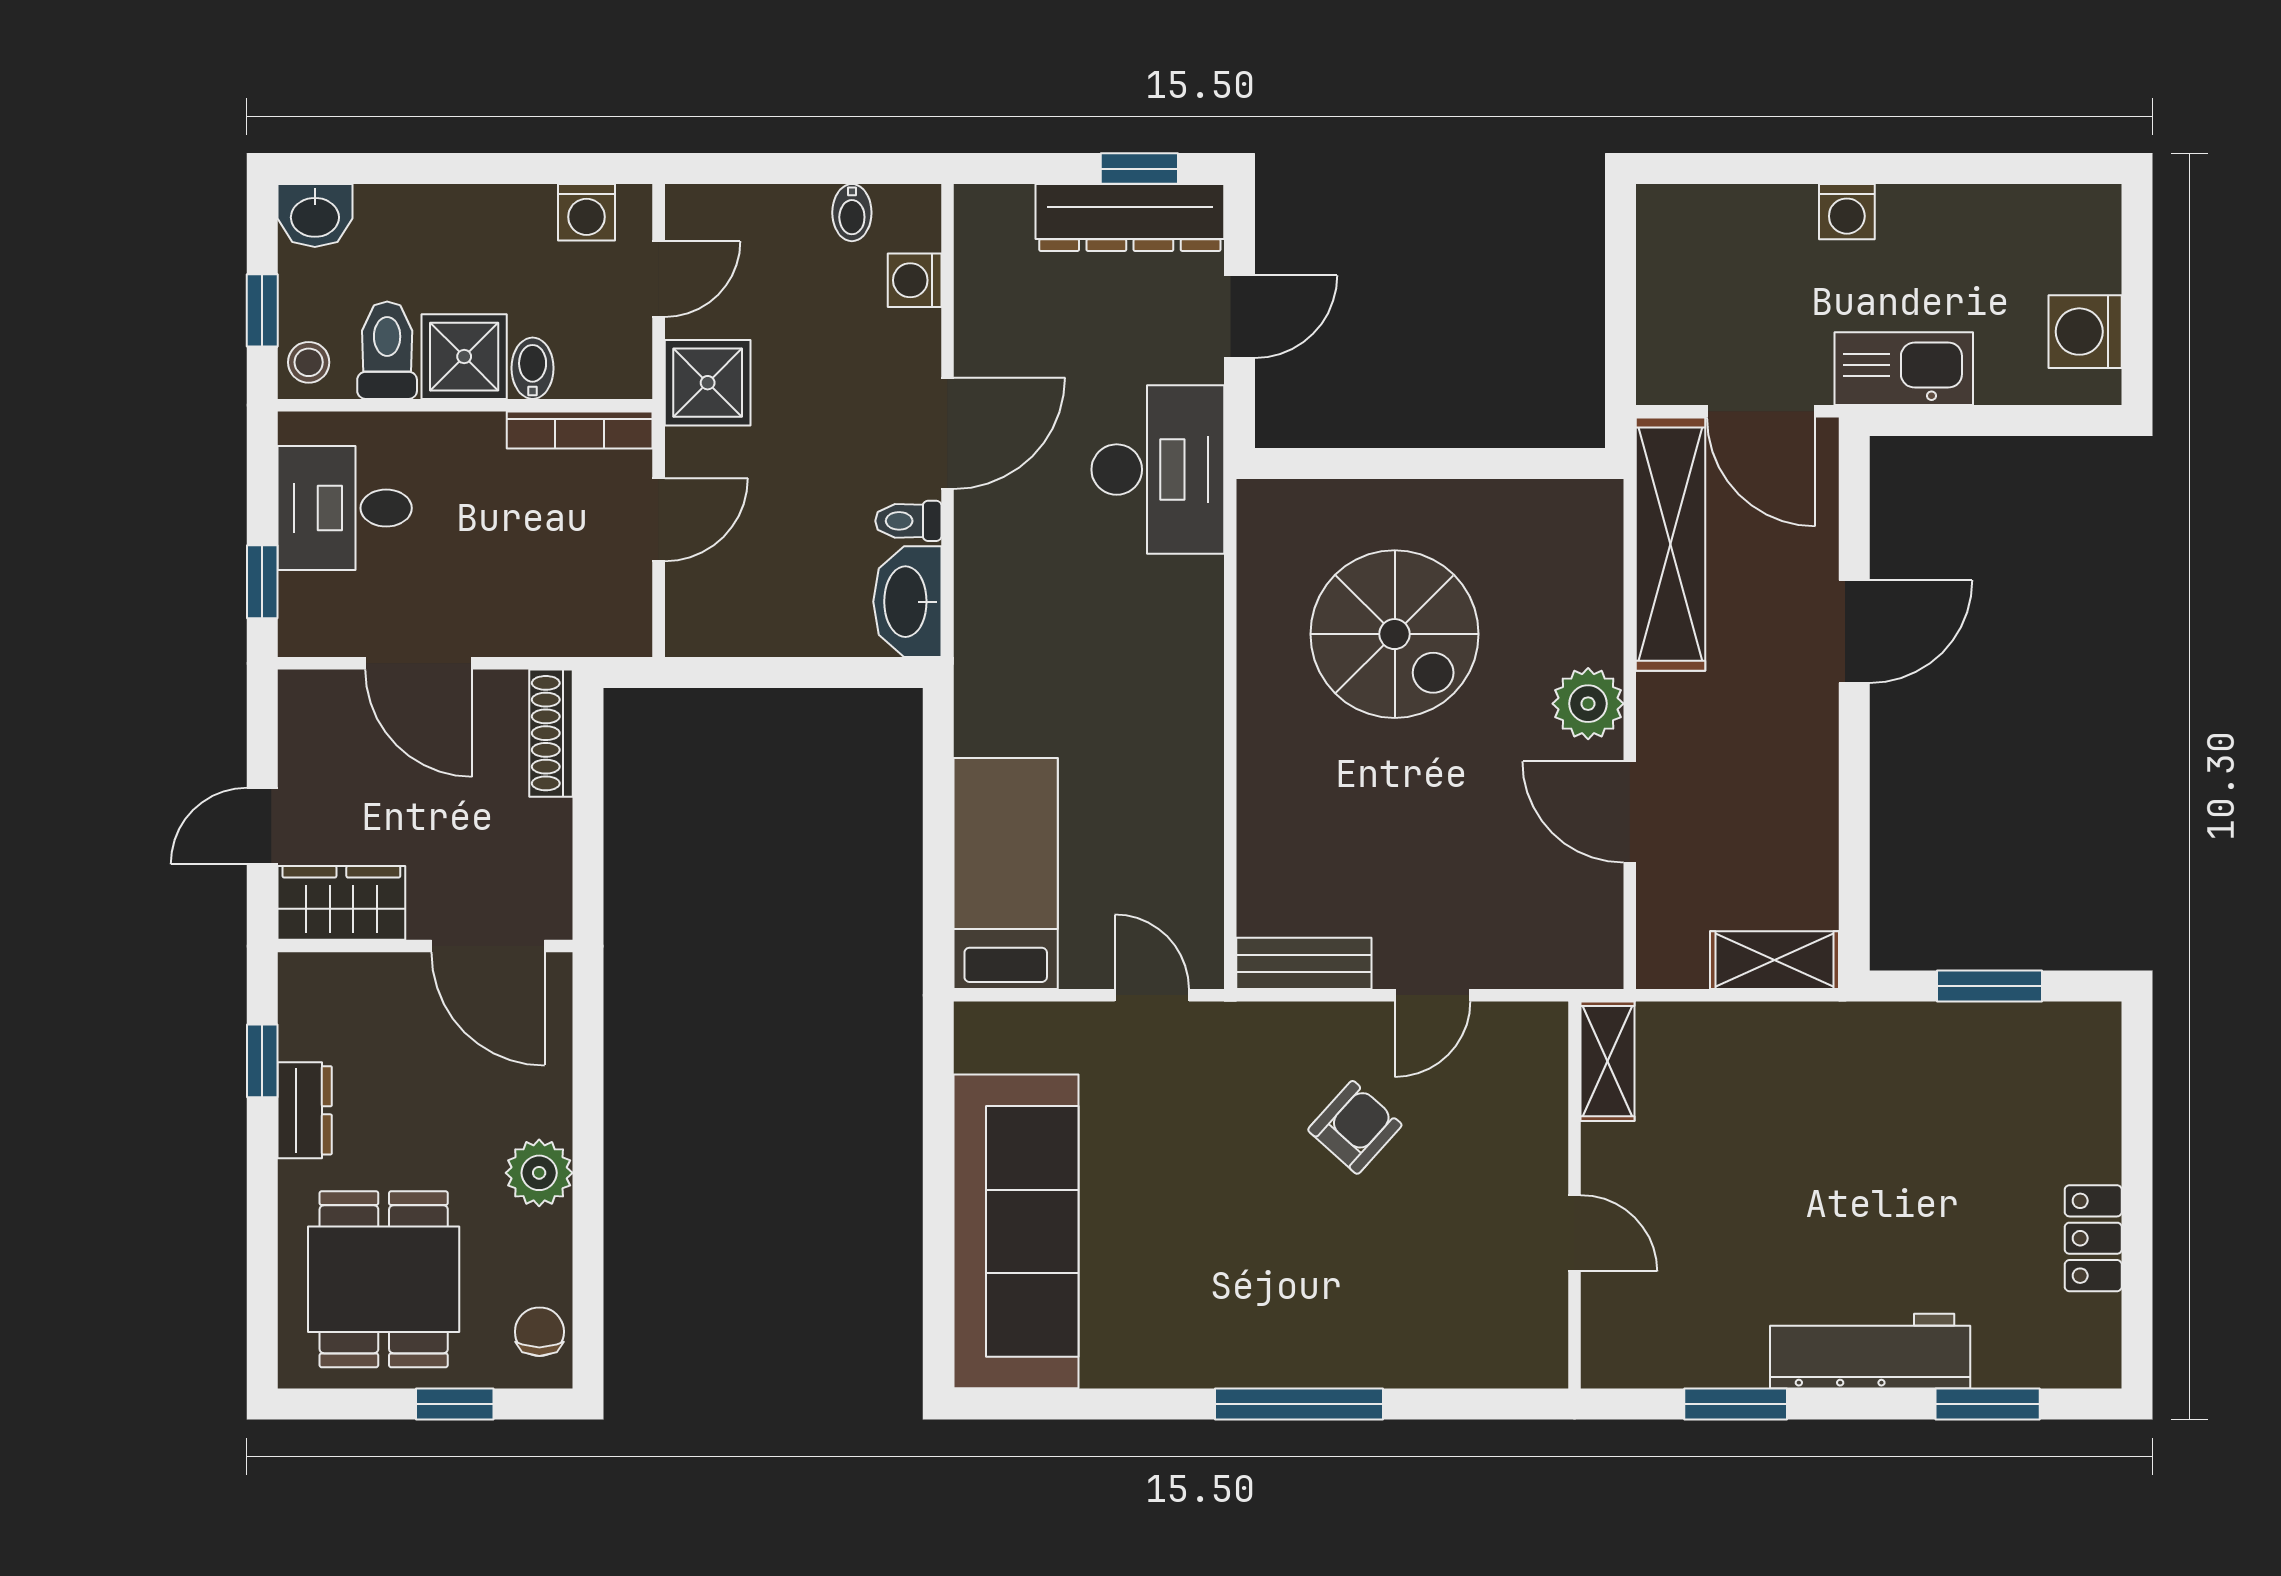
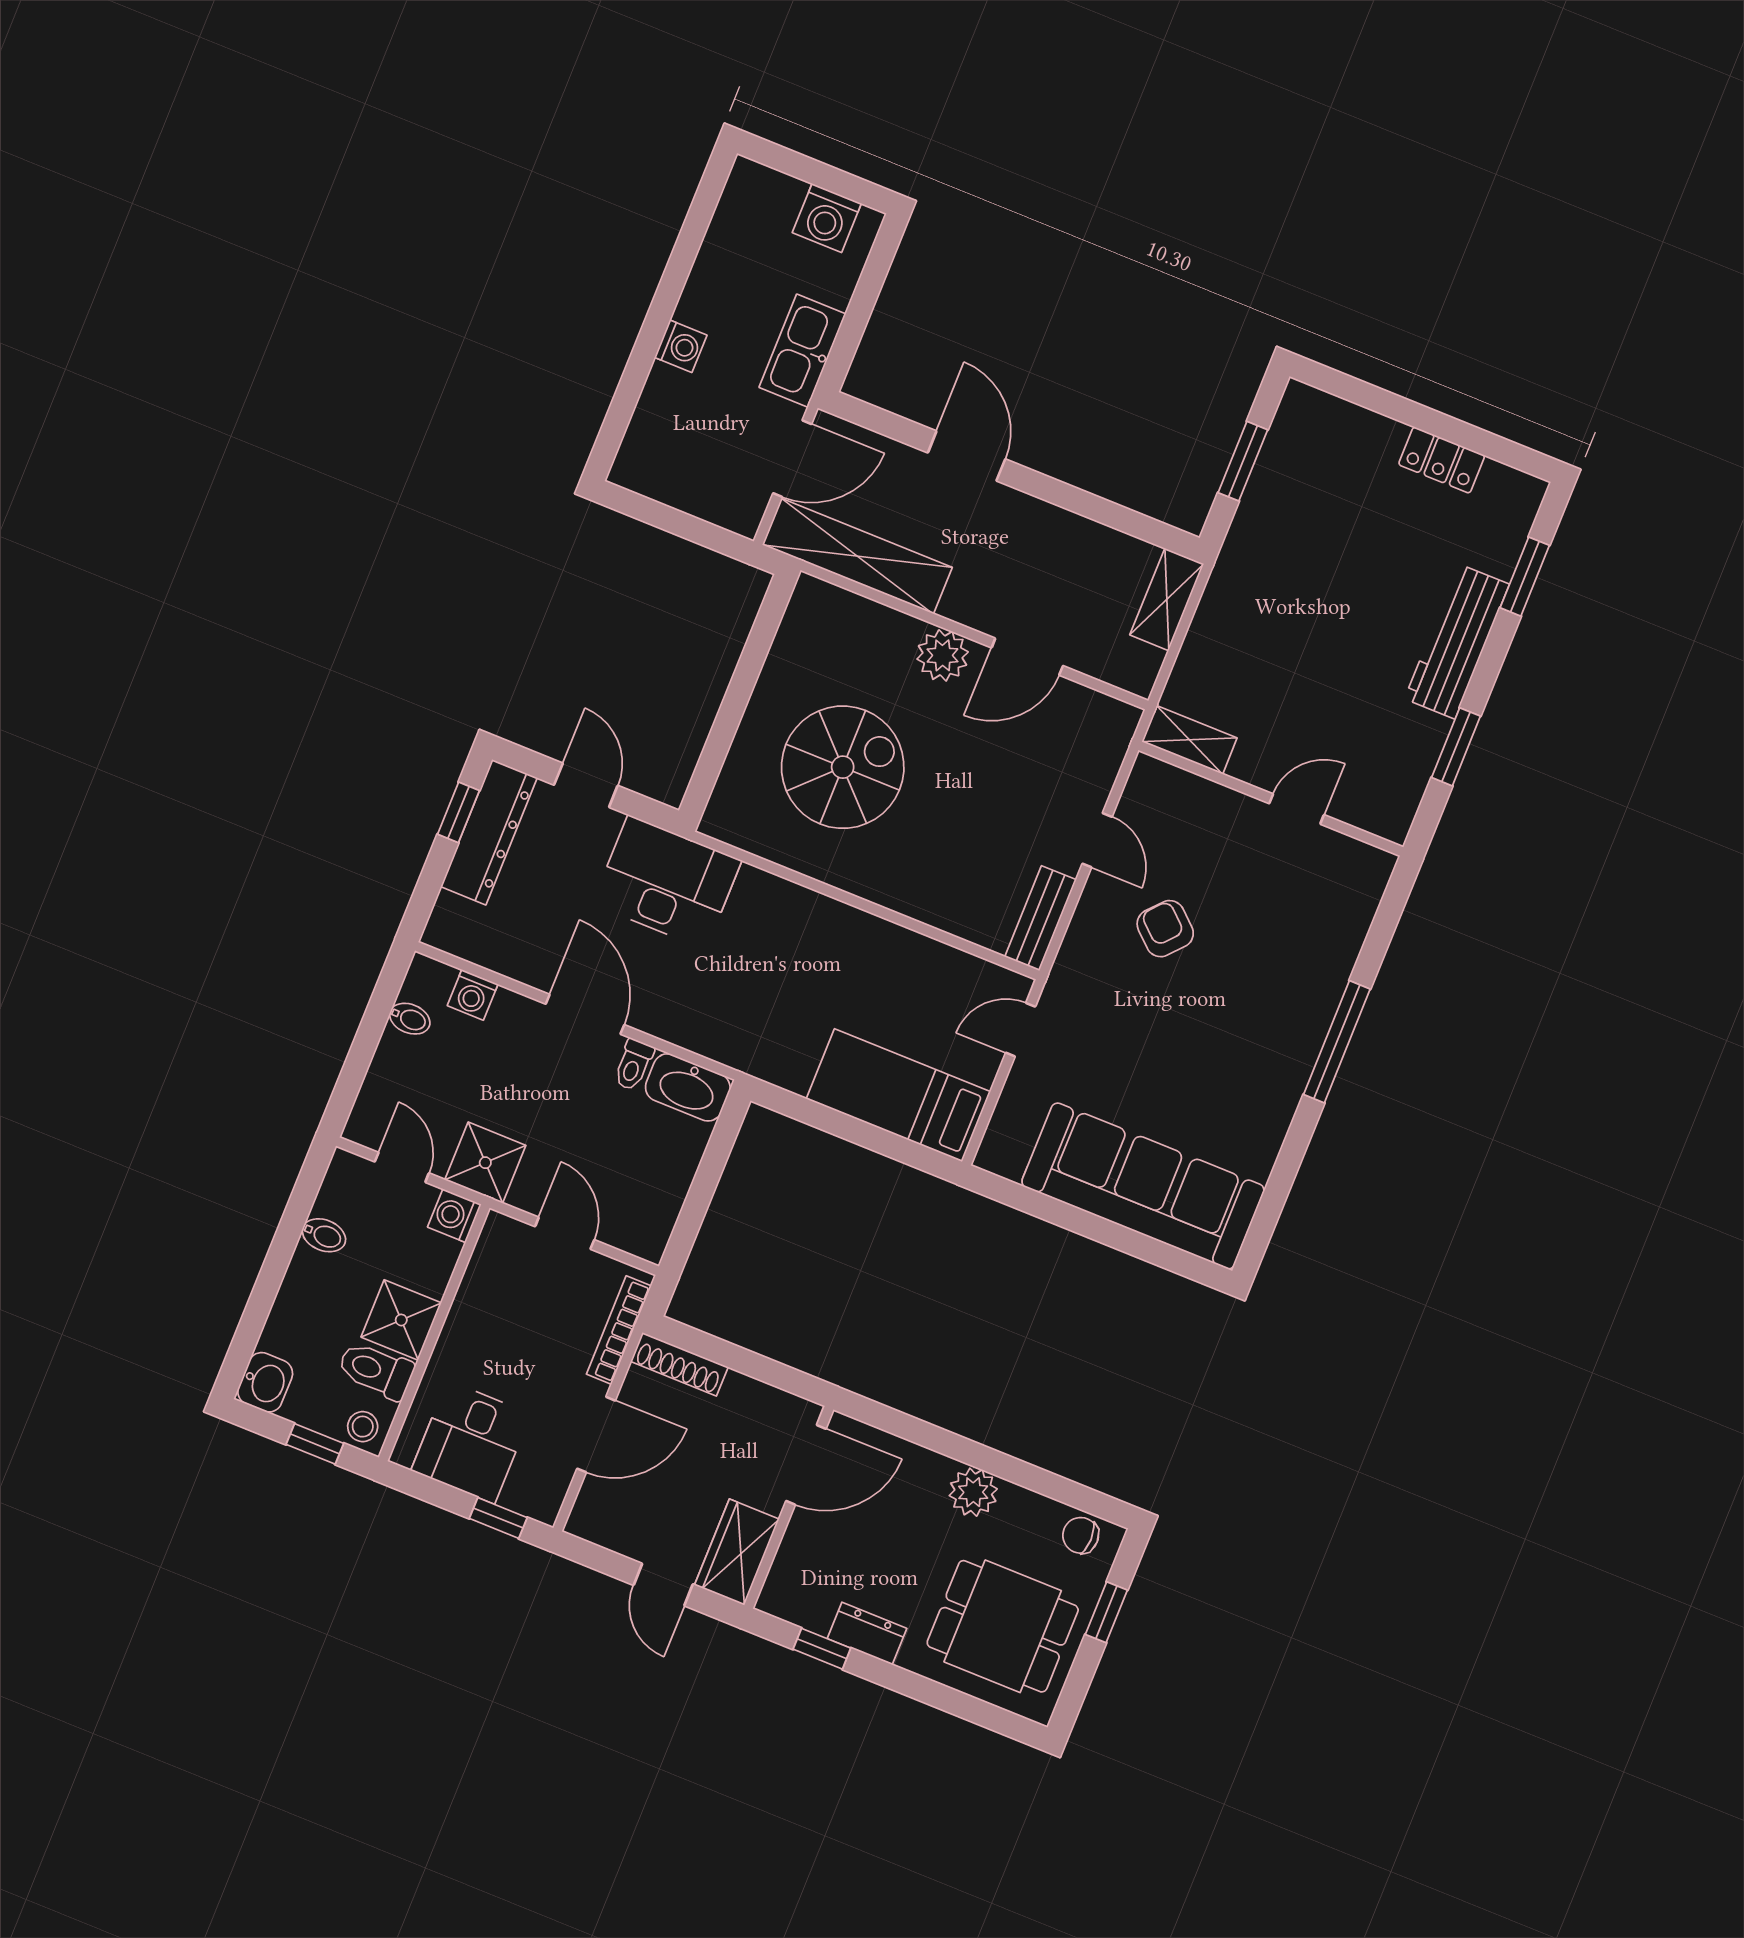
washing machine: (587, 212) -> (454, 1216), moved, turned 180
bidet: (533, 368) -> (324, 1235), moved, turned 180
bookcase: (580, 430) -> (619, 1330), moved, turned 180

